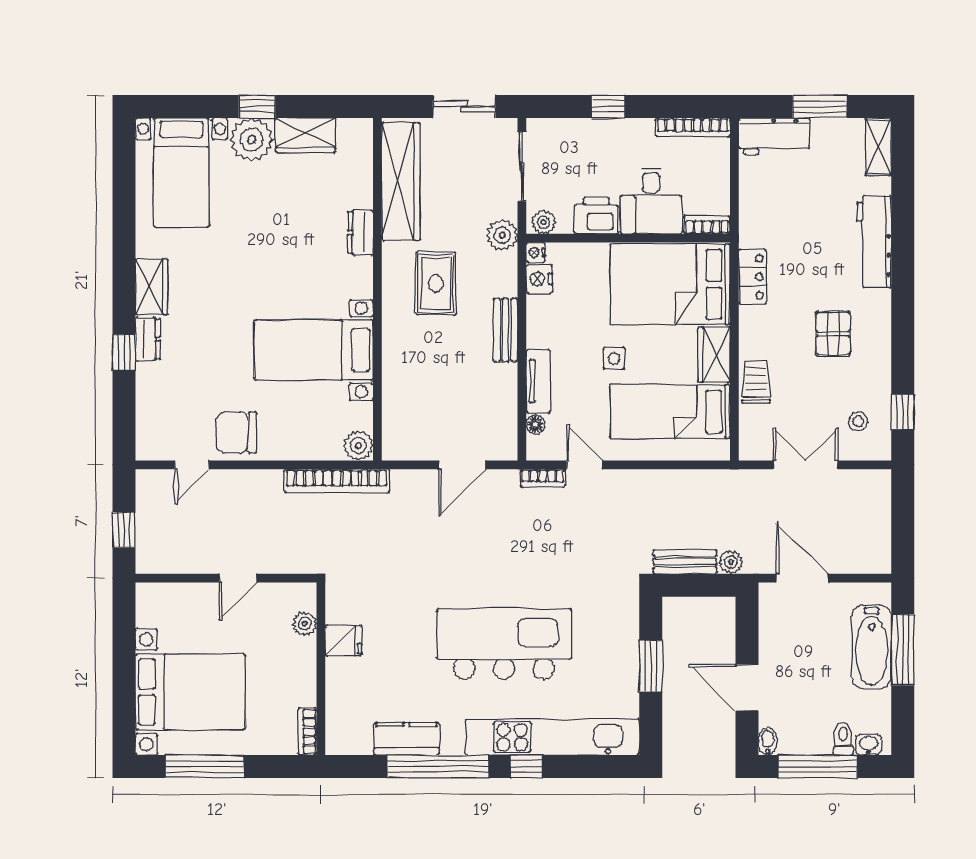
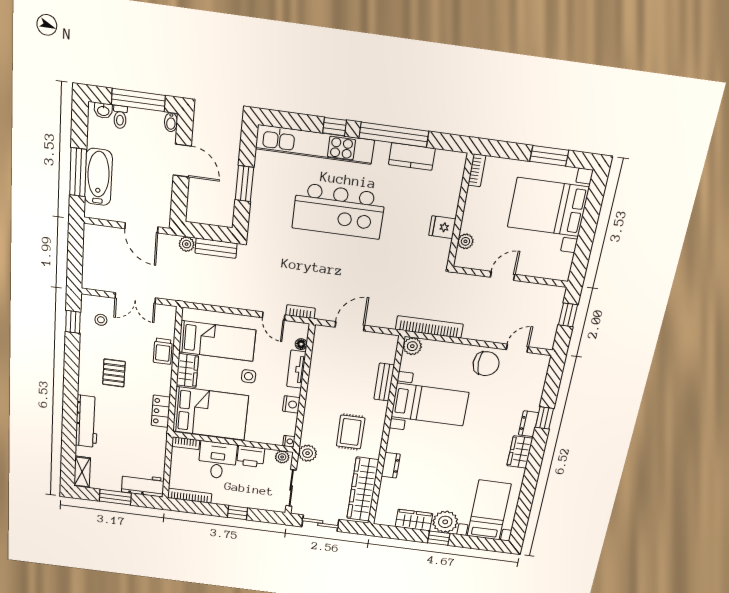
nightstand: (539, 279) -> (291, 404), moved
bench: (505, 330) -> (384, 382), moved
window: (205, 766) -> (549, 156), width x0.69

